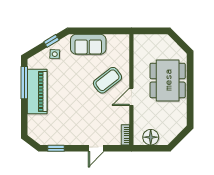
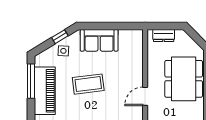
dresser: (149, 40) -> (164, 36), added
coffee table: (107, 80) -> (88, 84), moved, turned 31

